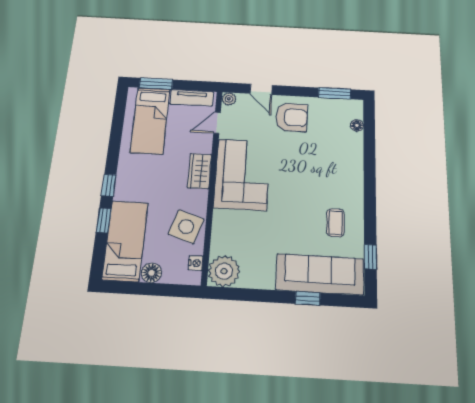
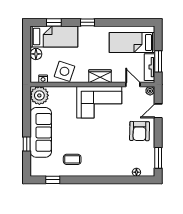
window: (156, 84) -> (158, 61), moved
window: (104, 220) -> (54, 22), moved
sofa: (320, 274) -> (41, 132), moved

